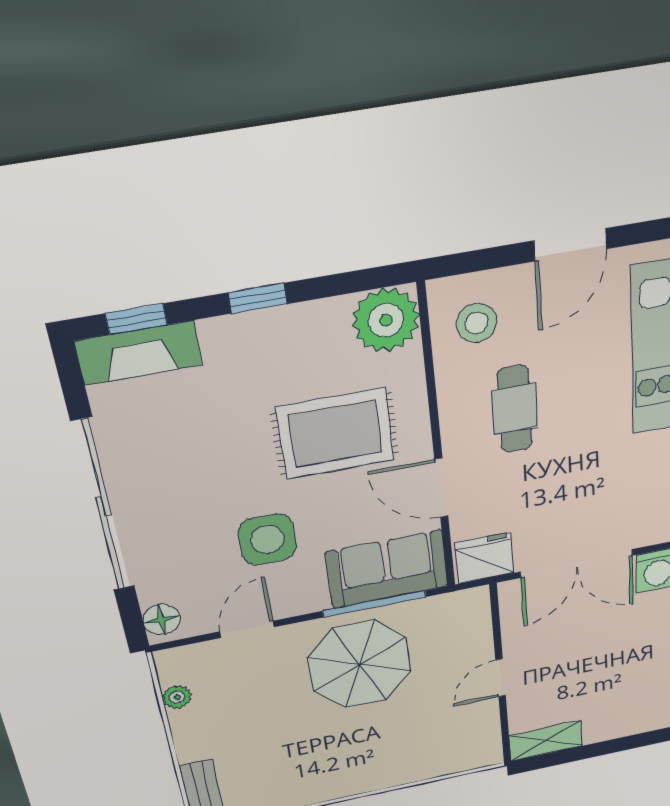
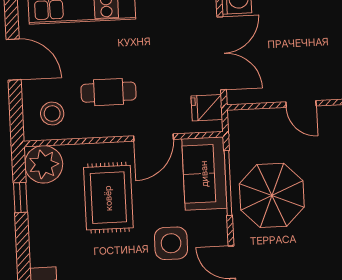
window: (258, 298) -> (20, 198), moved
fridge: (484, 558) -> (207, 108), width x0.72

